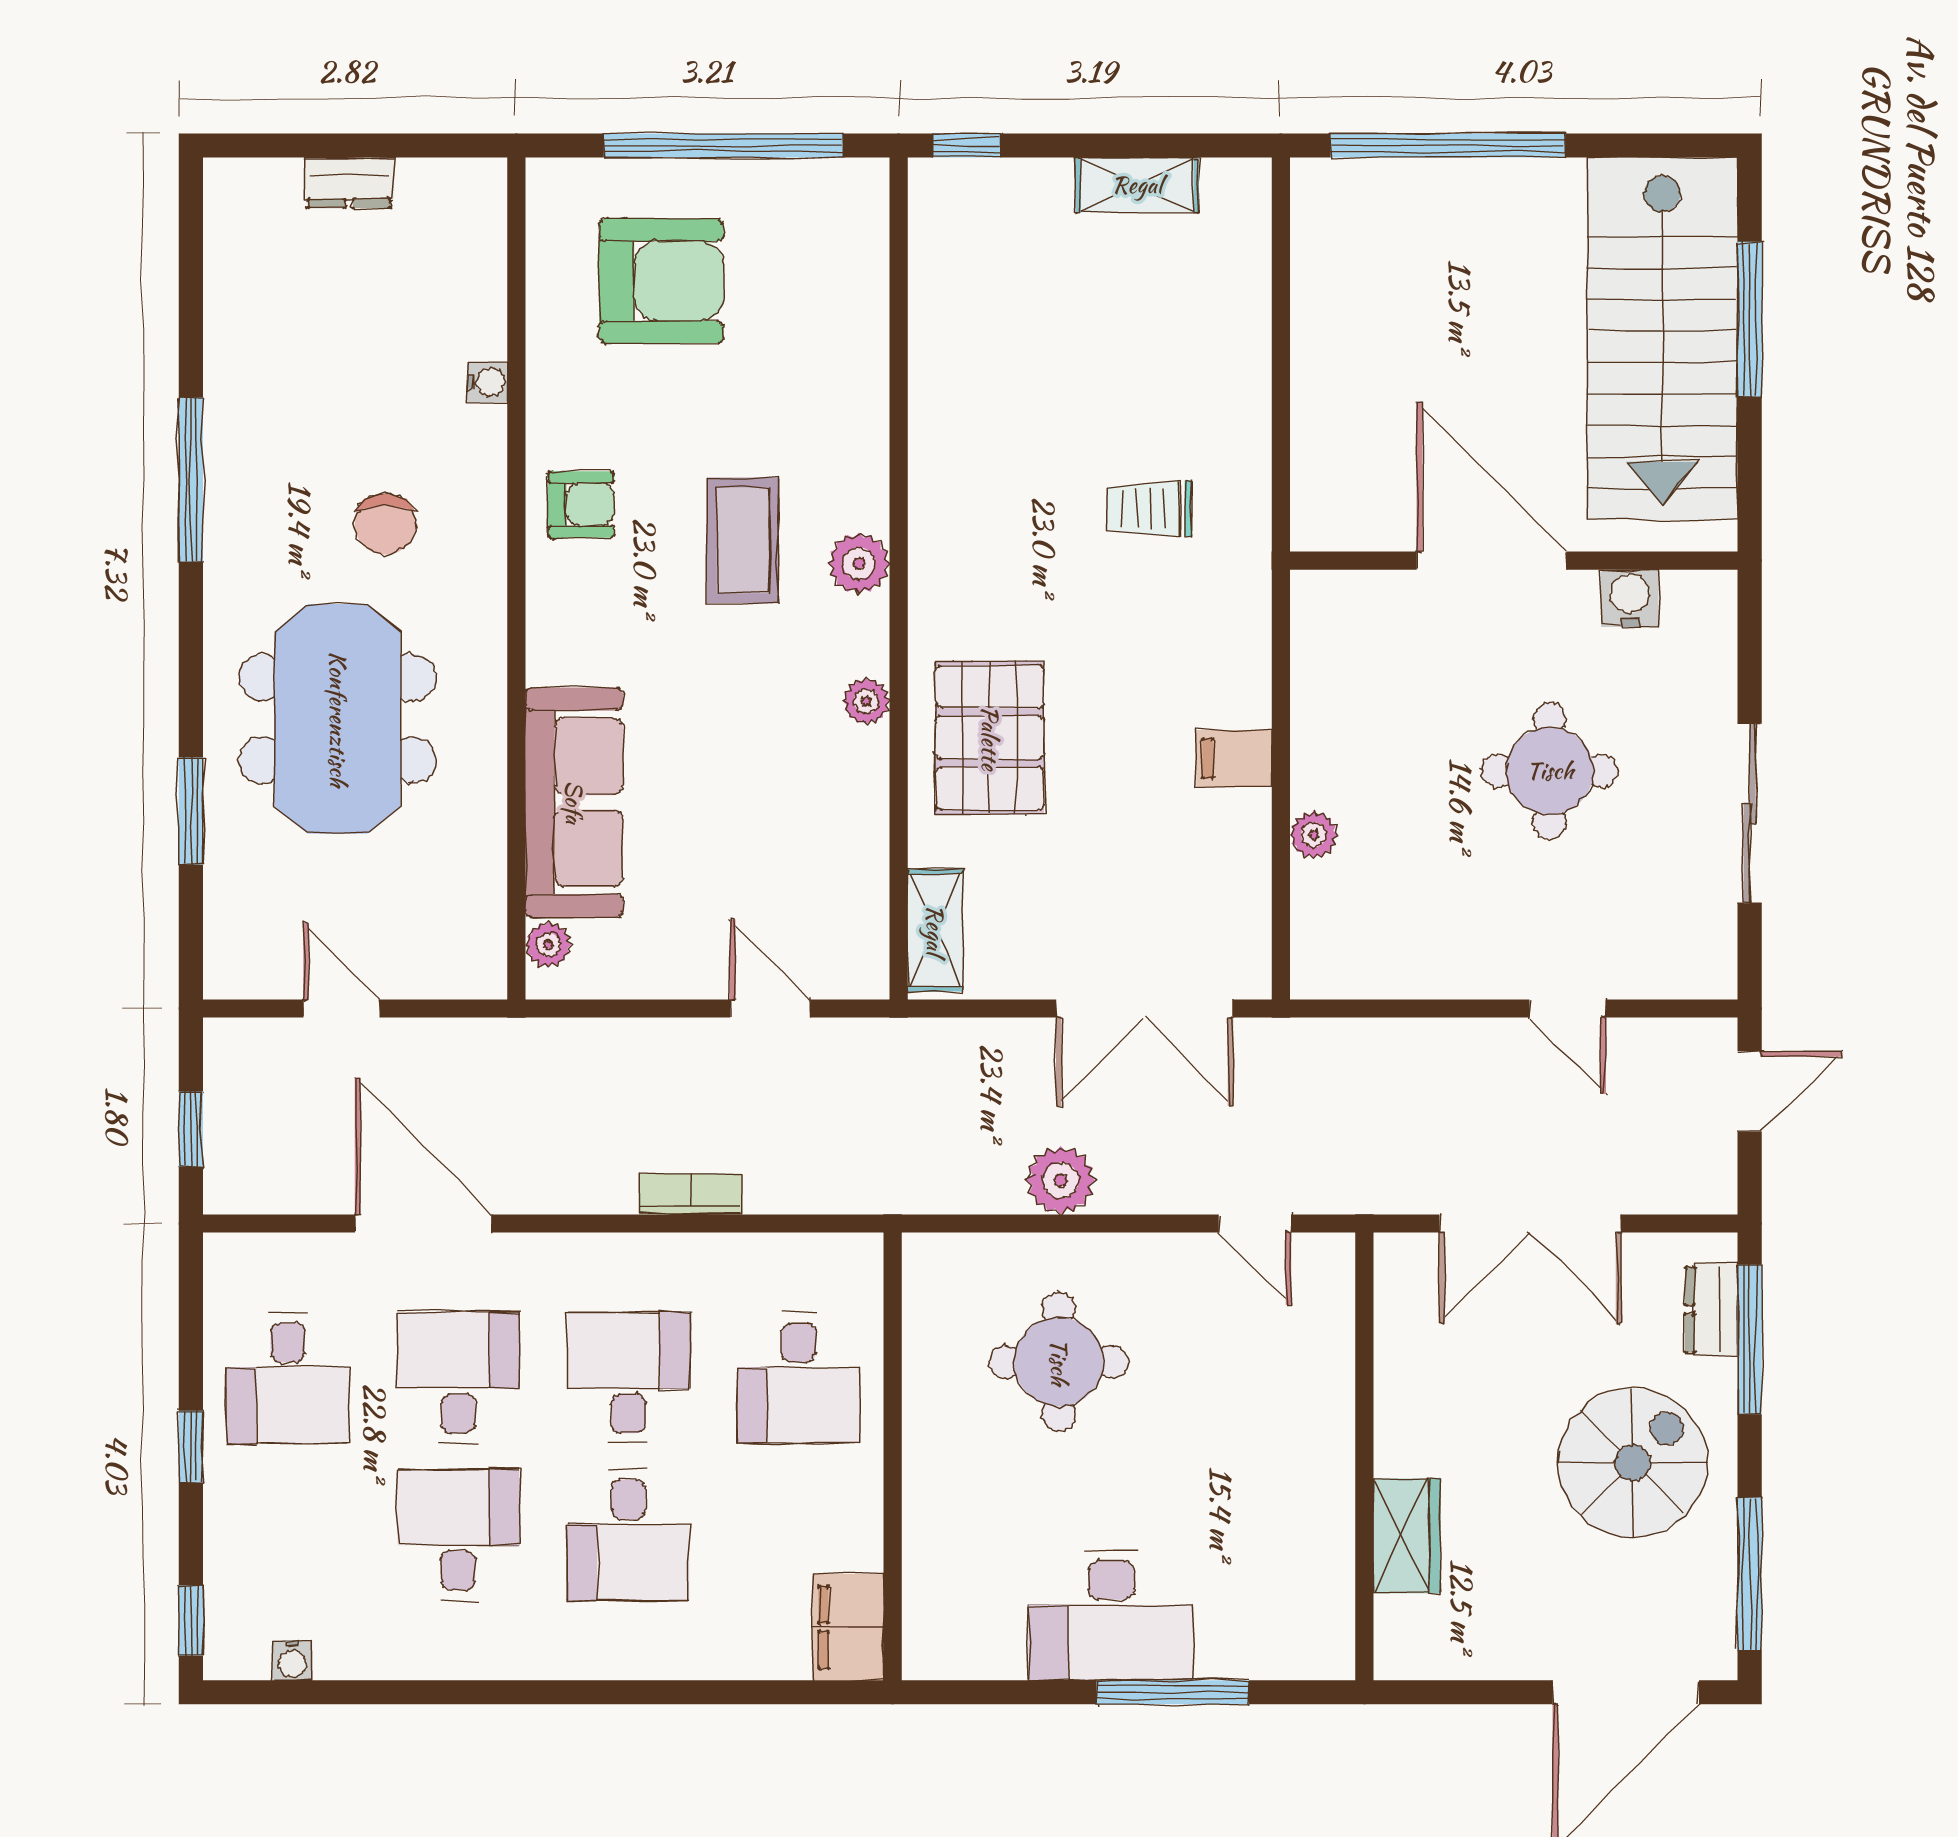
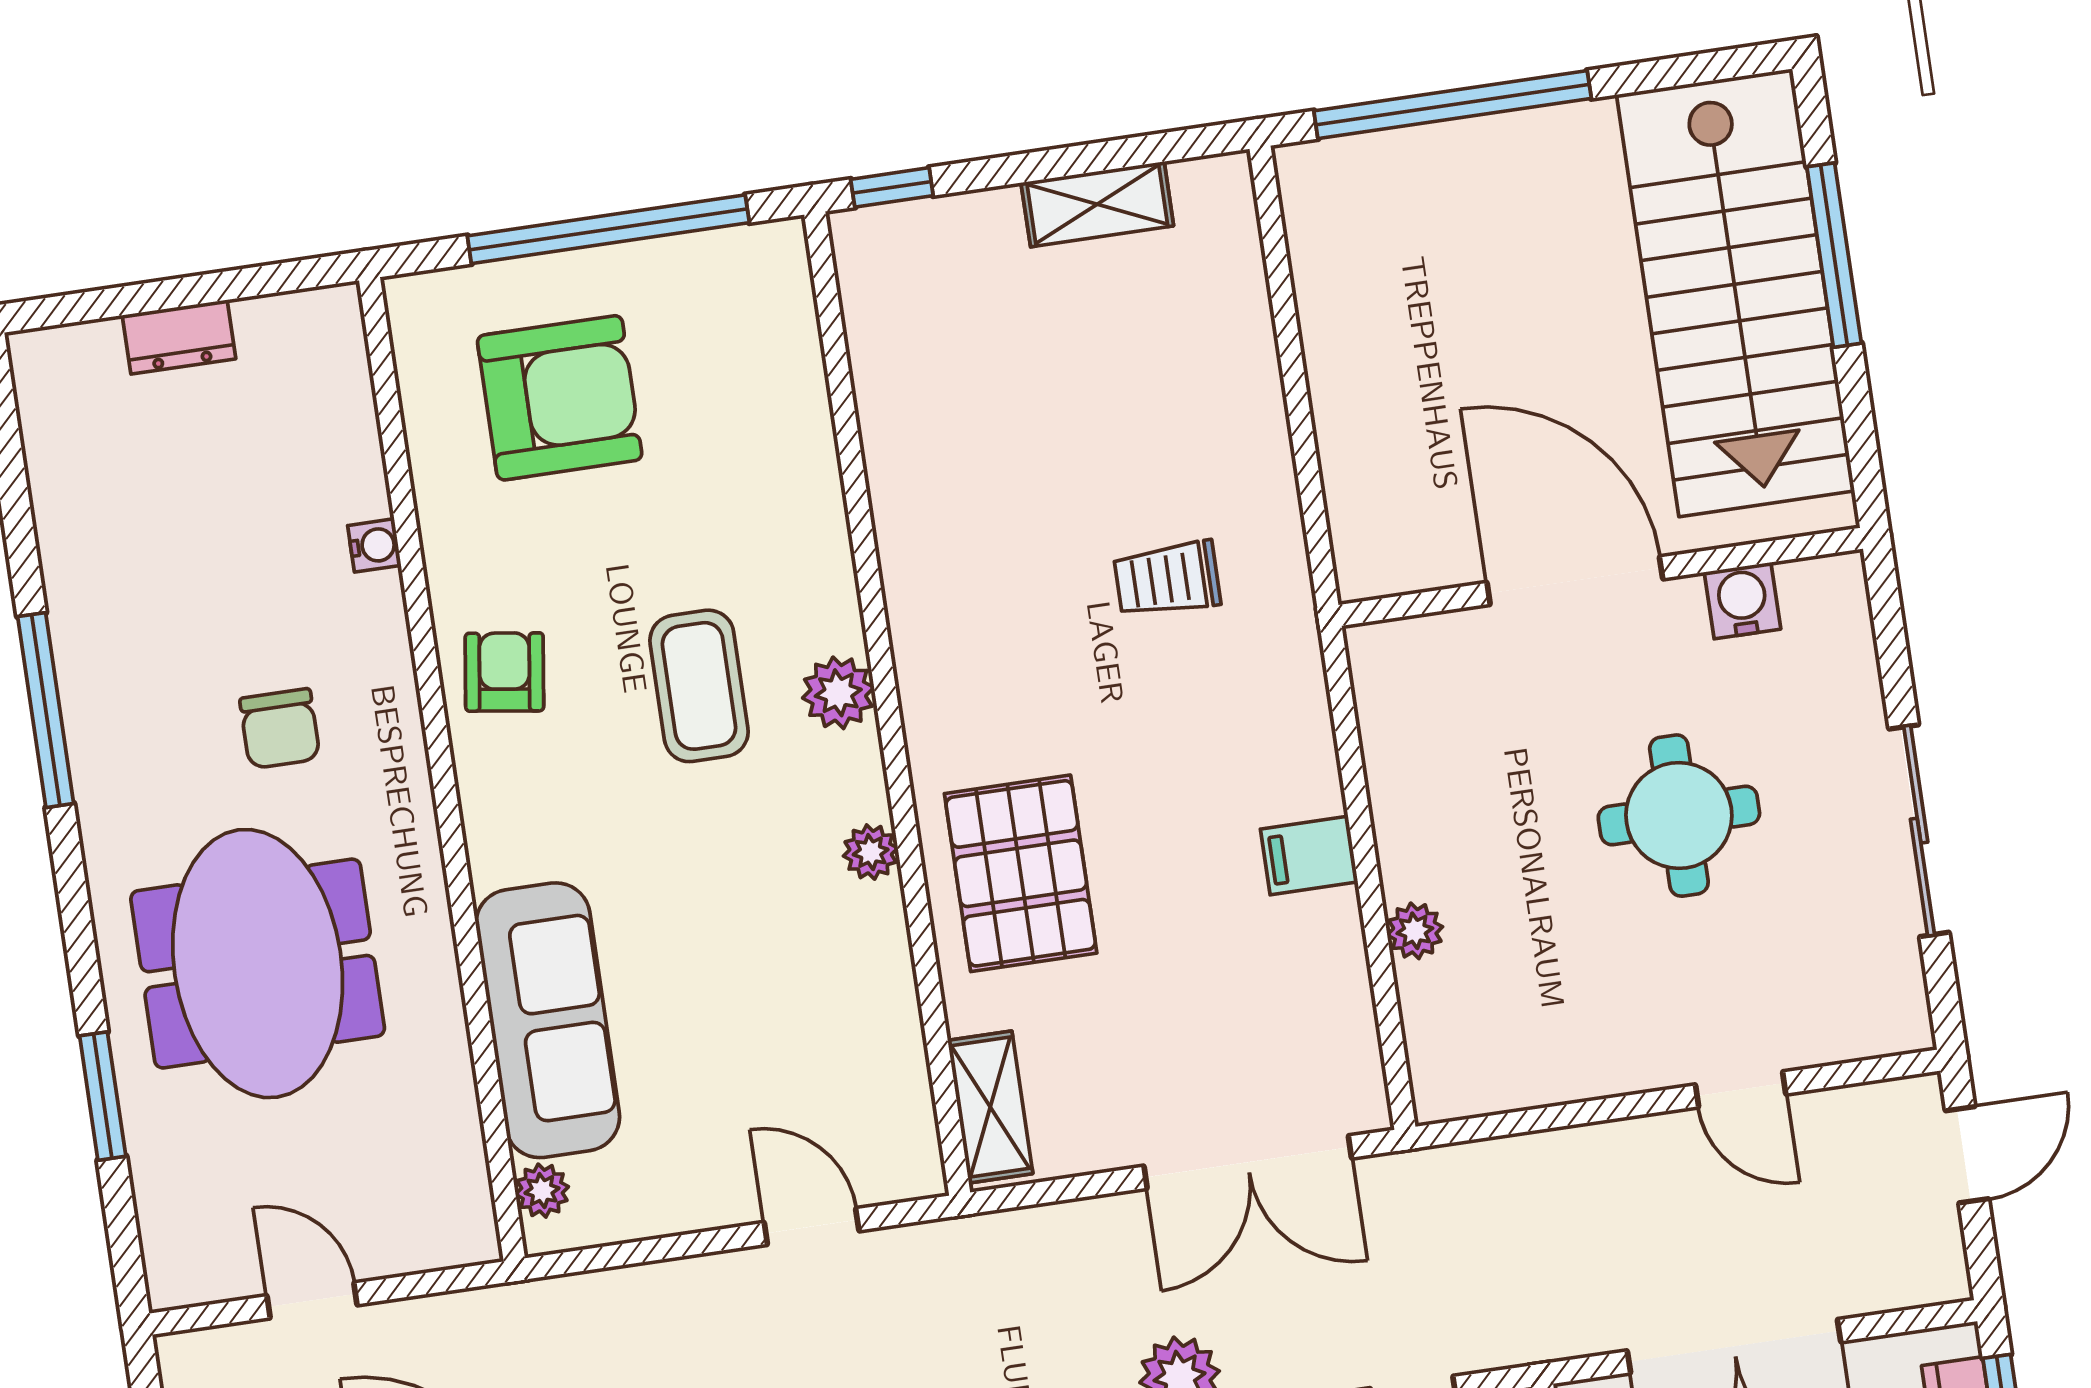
armchair: (581, 505) -> (504, 672), turned -82

